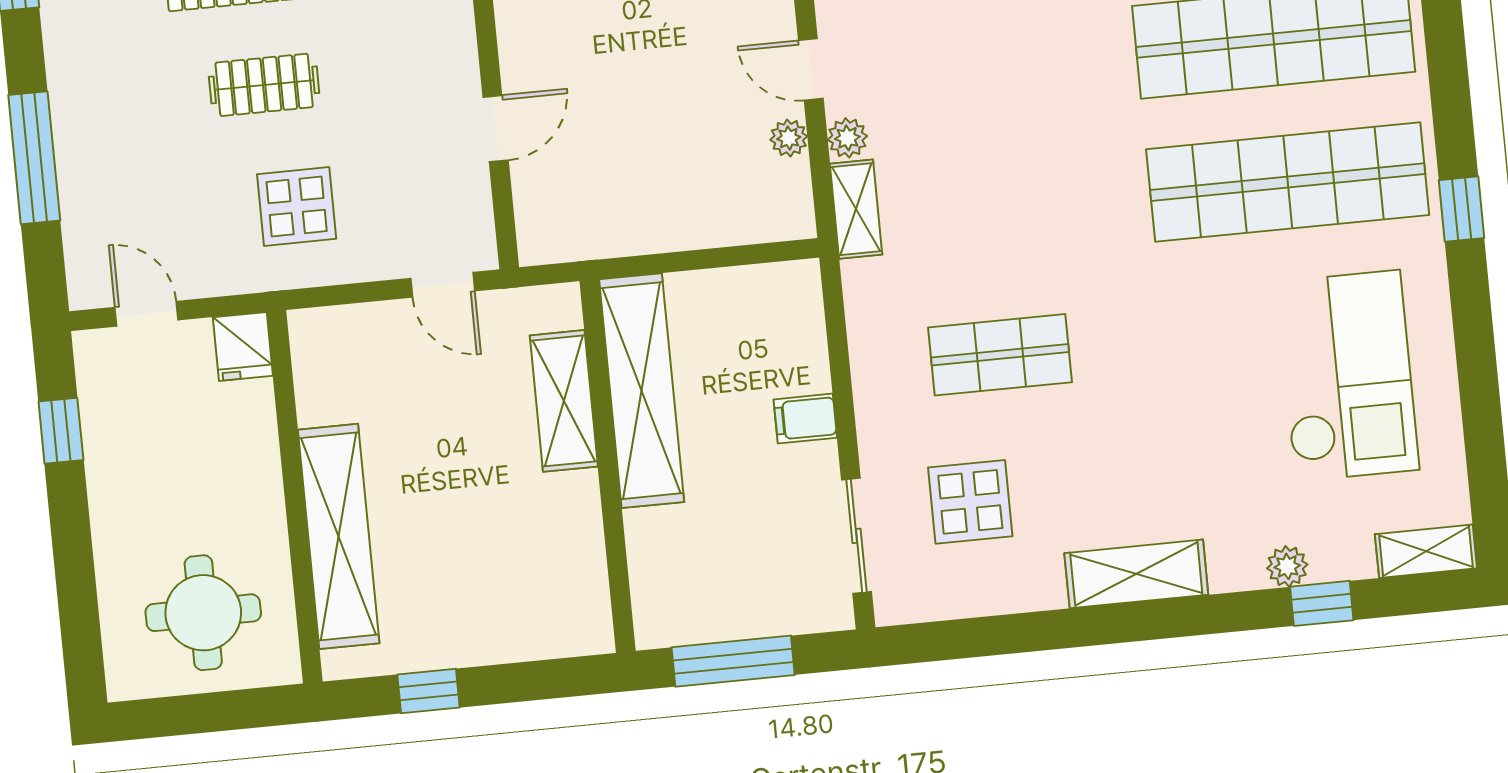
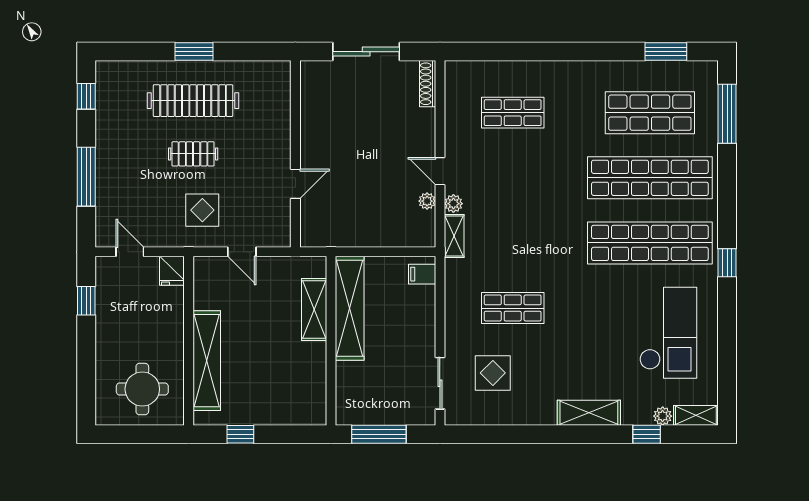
door: (443, 285) -> (242, 252), moved
filing cabinet: (805, 419) -> (422, 274), moved
plant: (1287, 566) -> (663, 416), moved
shelving: (1136, 574) -> (589, 413), moved

